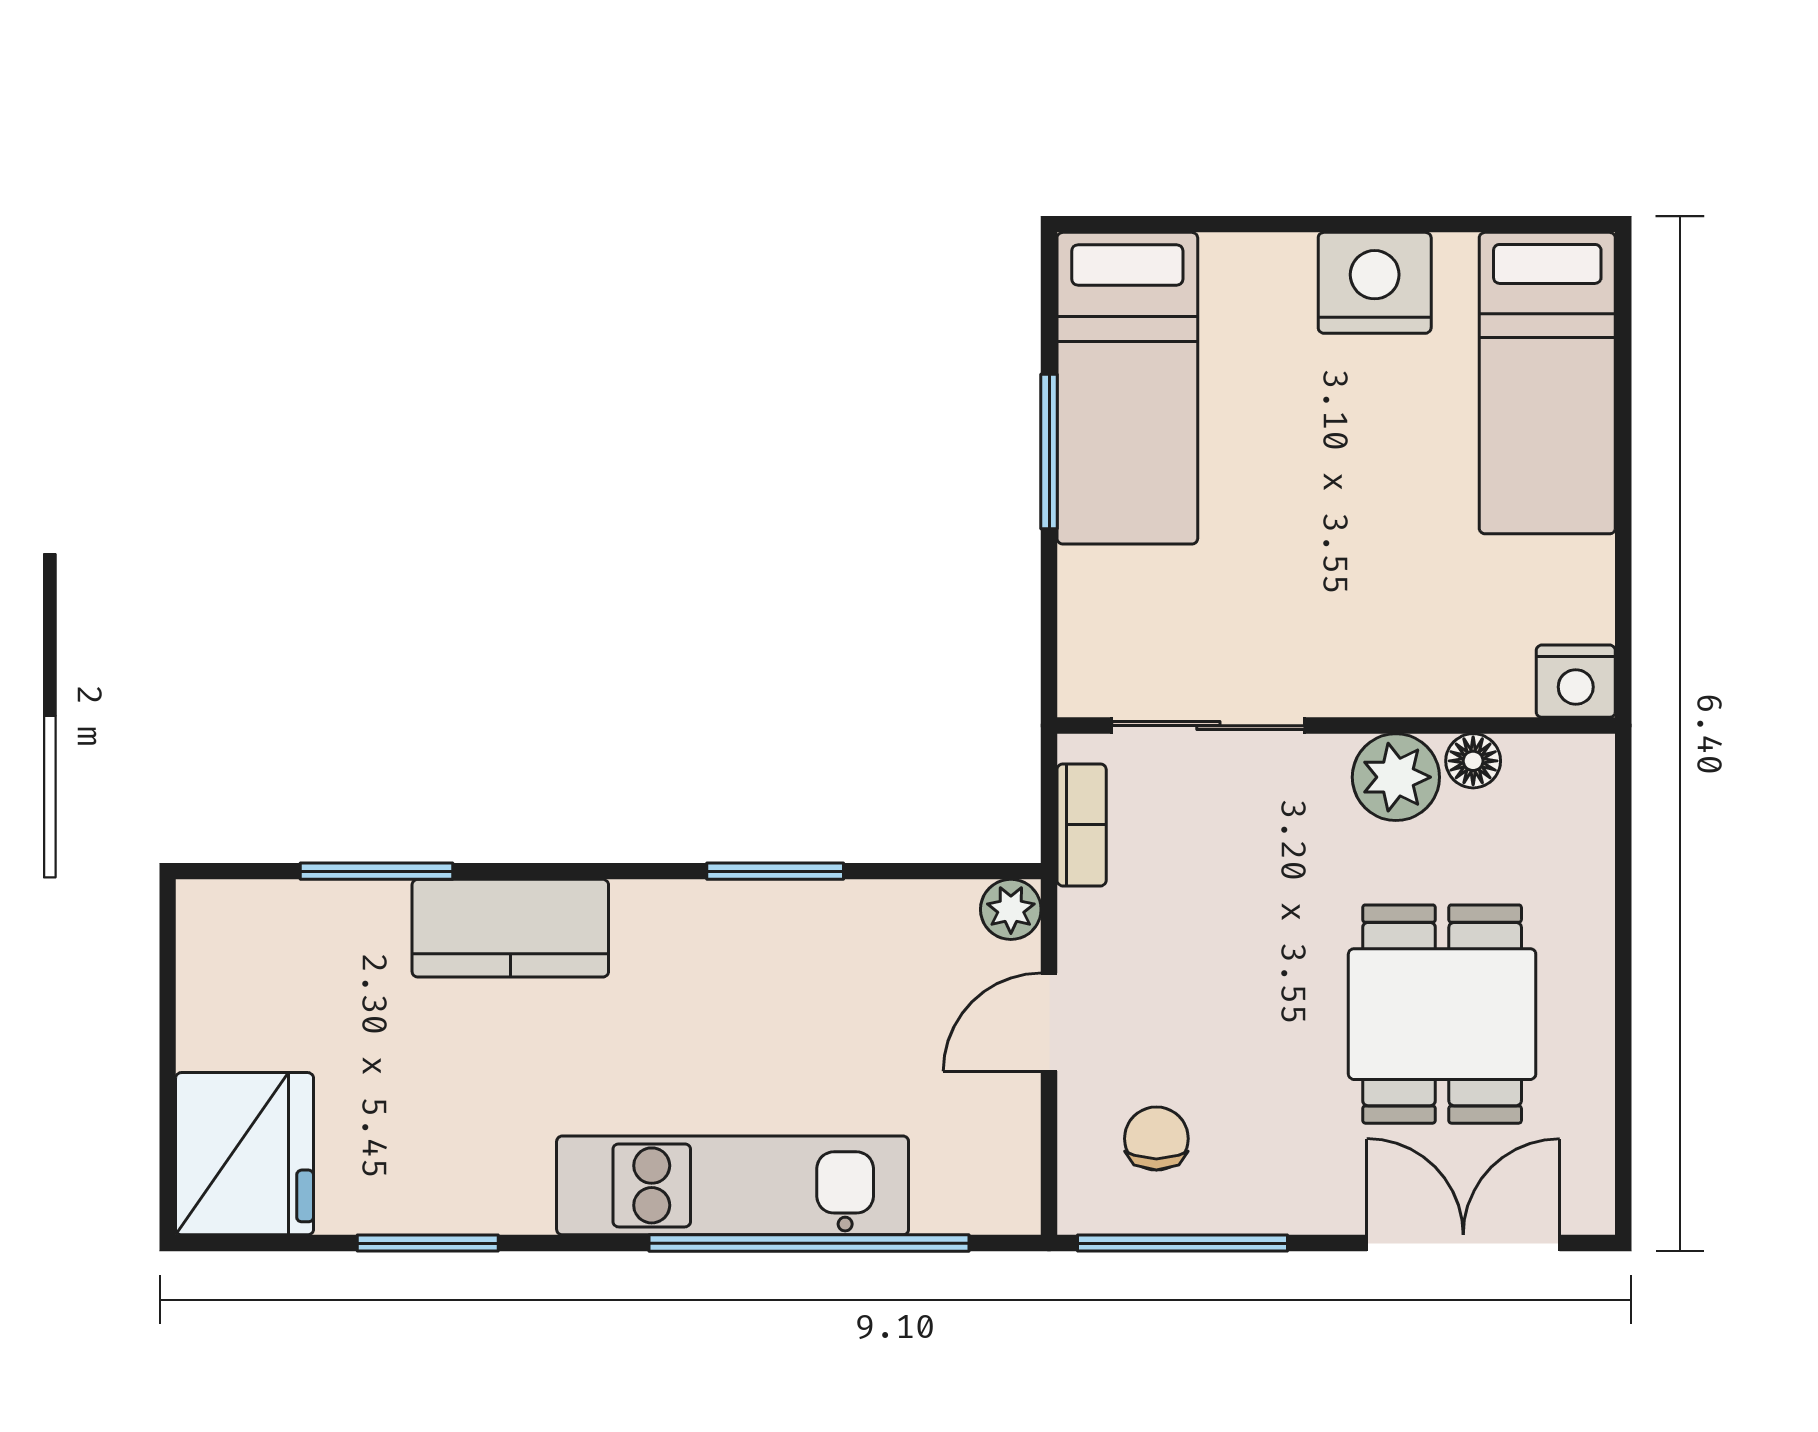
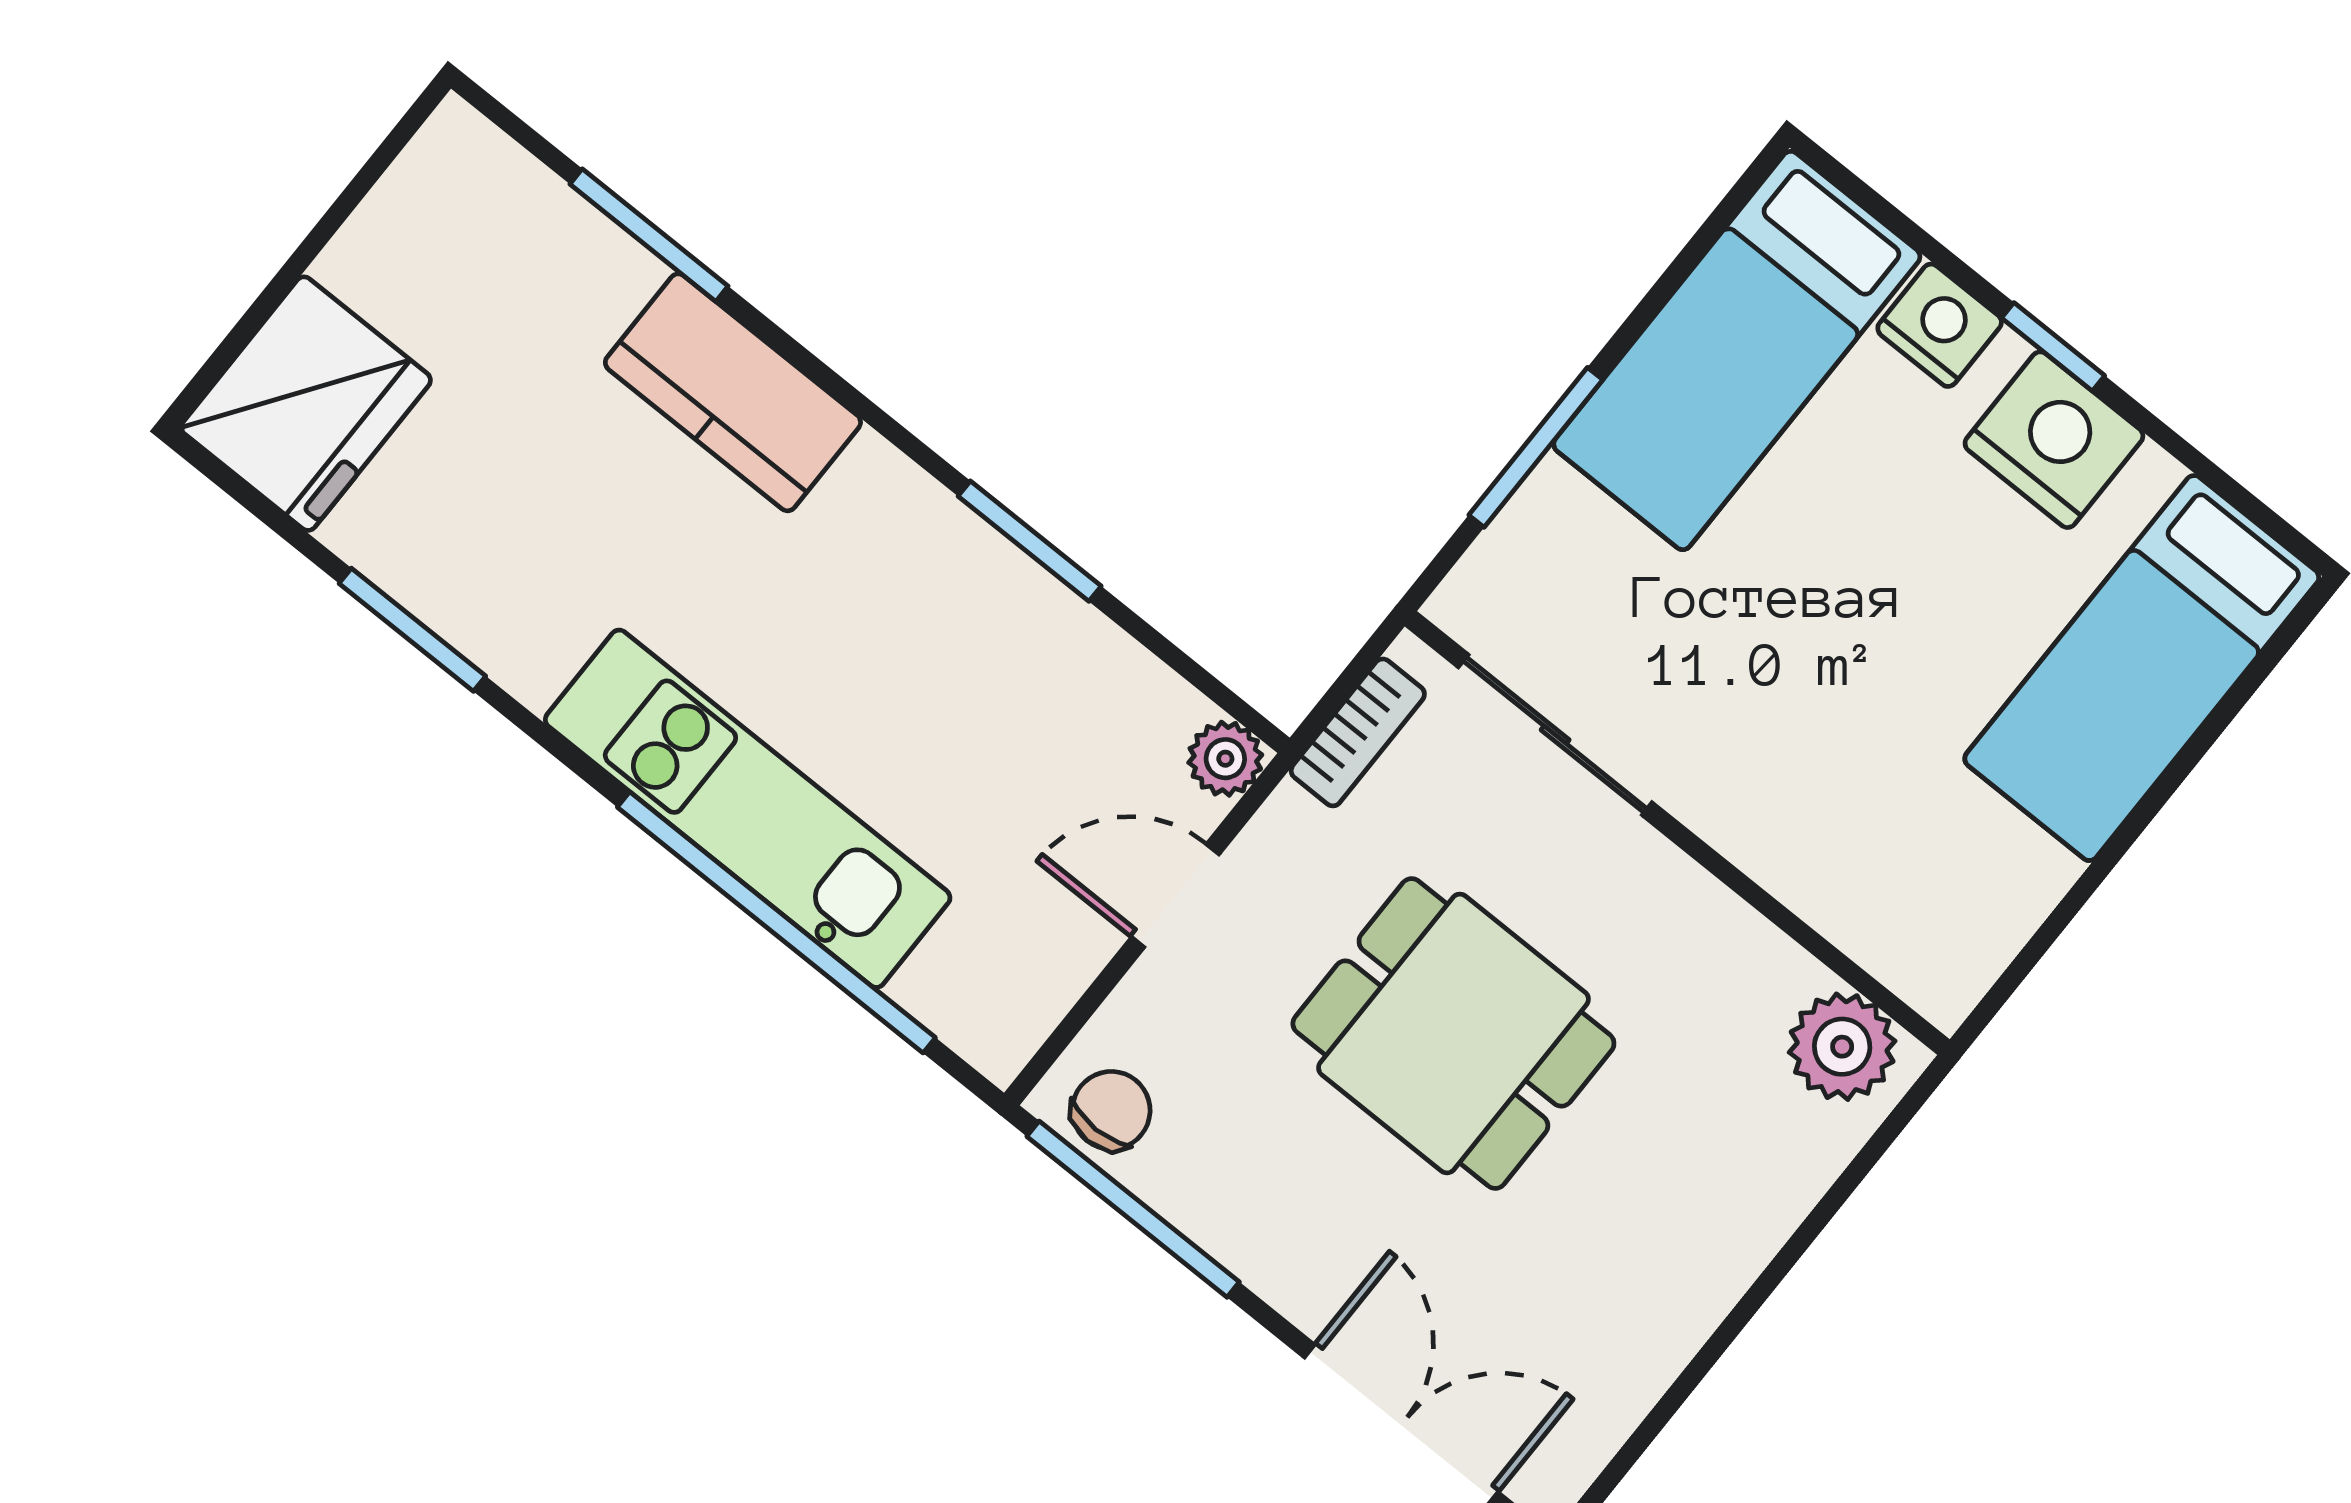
window: (1327, 224) -> (2053, 347), added
window: (1049, 451) -> (1536, 447), moved
nightstand: (1576, 681) -> (1940, 325), moved, turned 180
floor lamp: (1473, 761) -> (1781, 972), removed
plant: (1396, 777) -> (1842, 1047), moved
dining table: (1442, 1014) -> (1453, 1034), moved, turned 90
chair: (1156, 1139) -> (1111, 1110), moved

